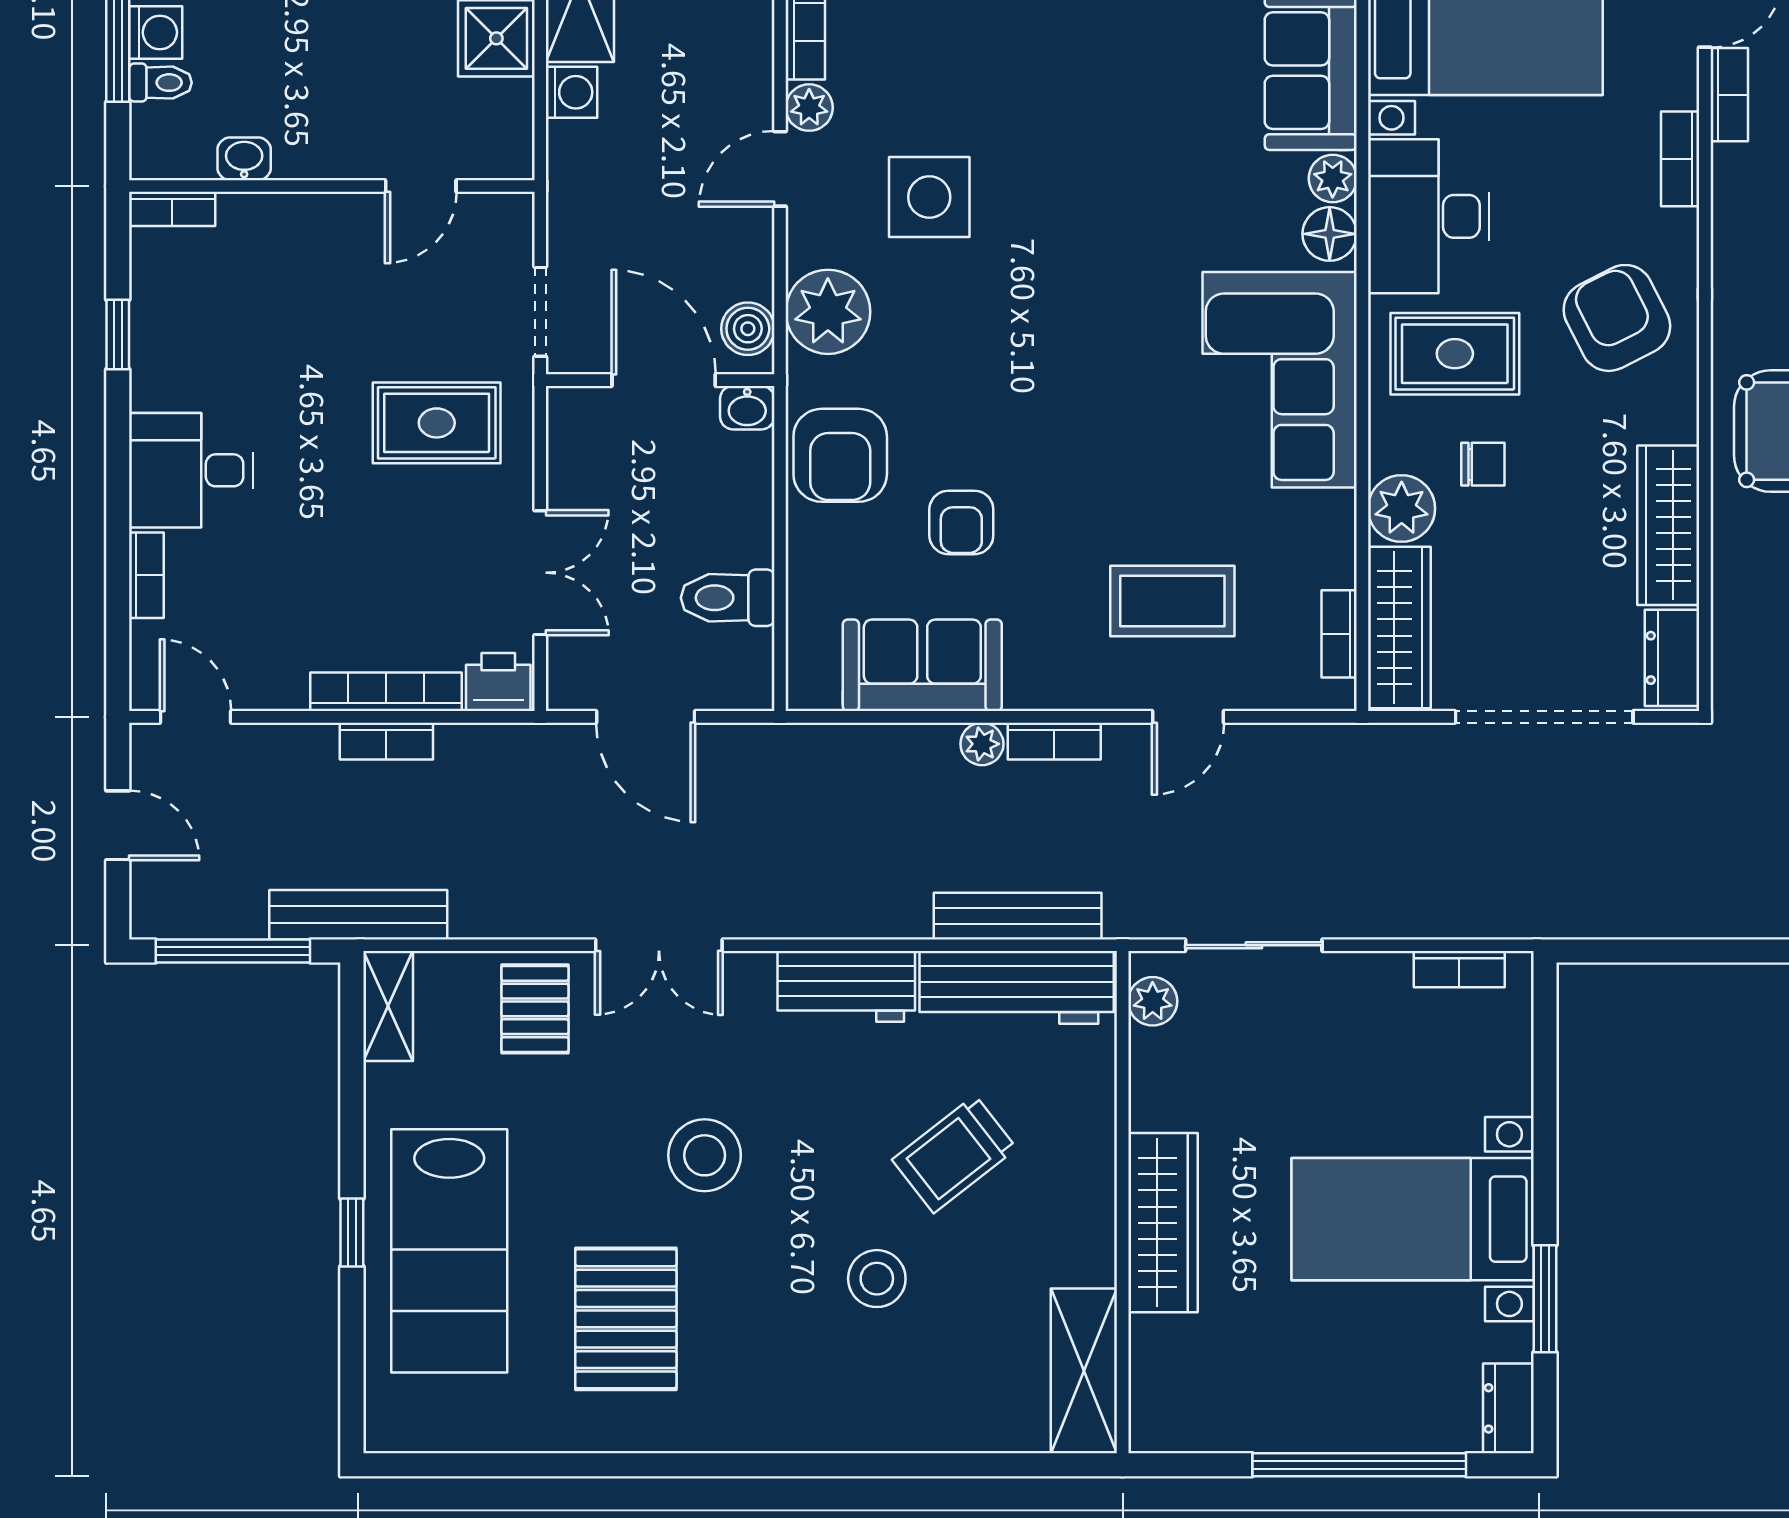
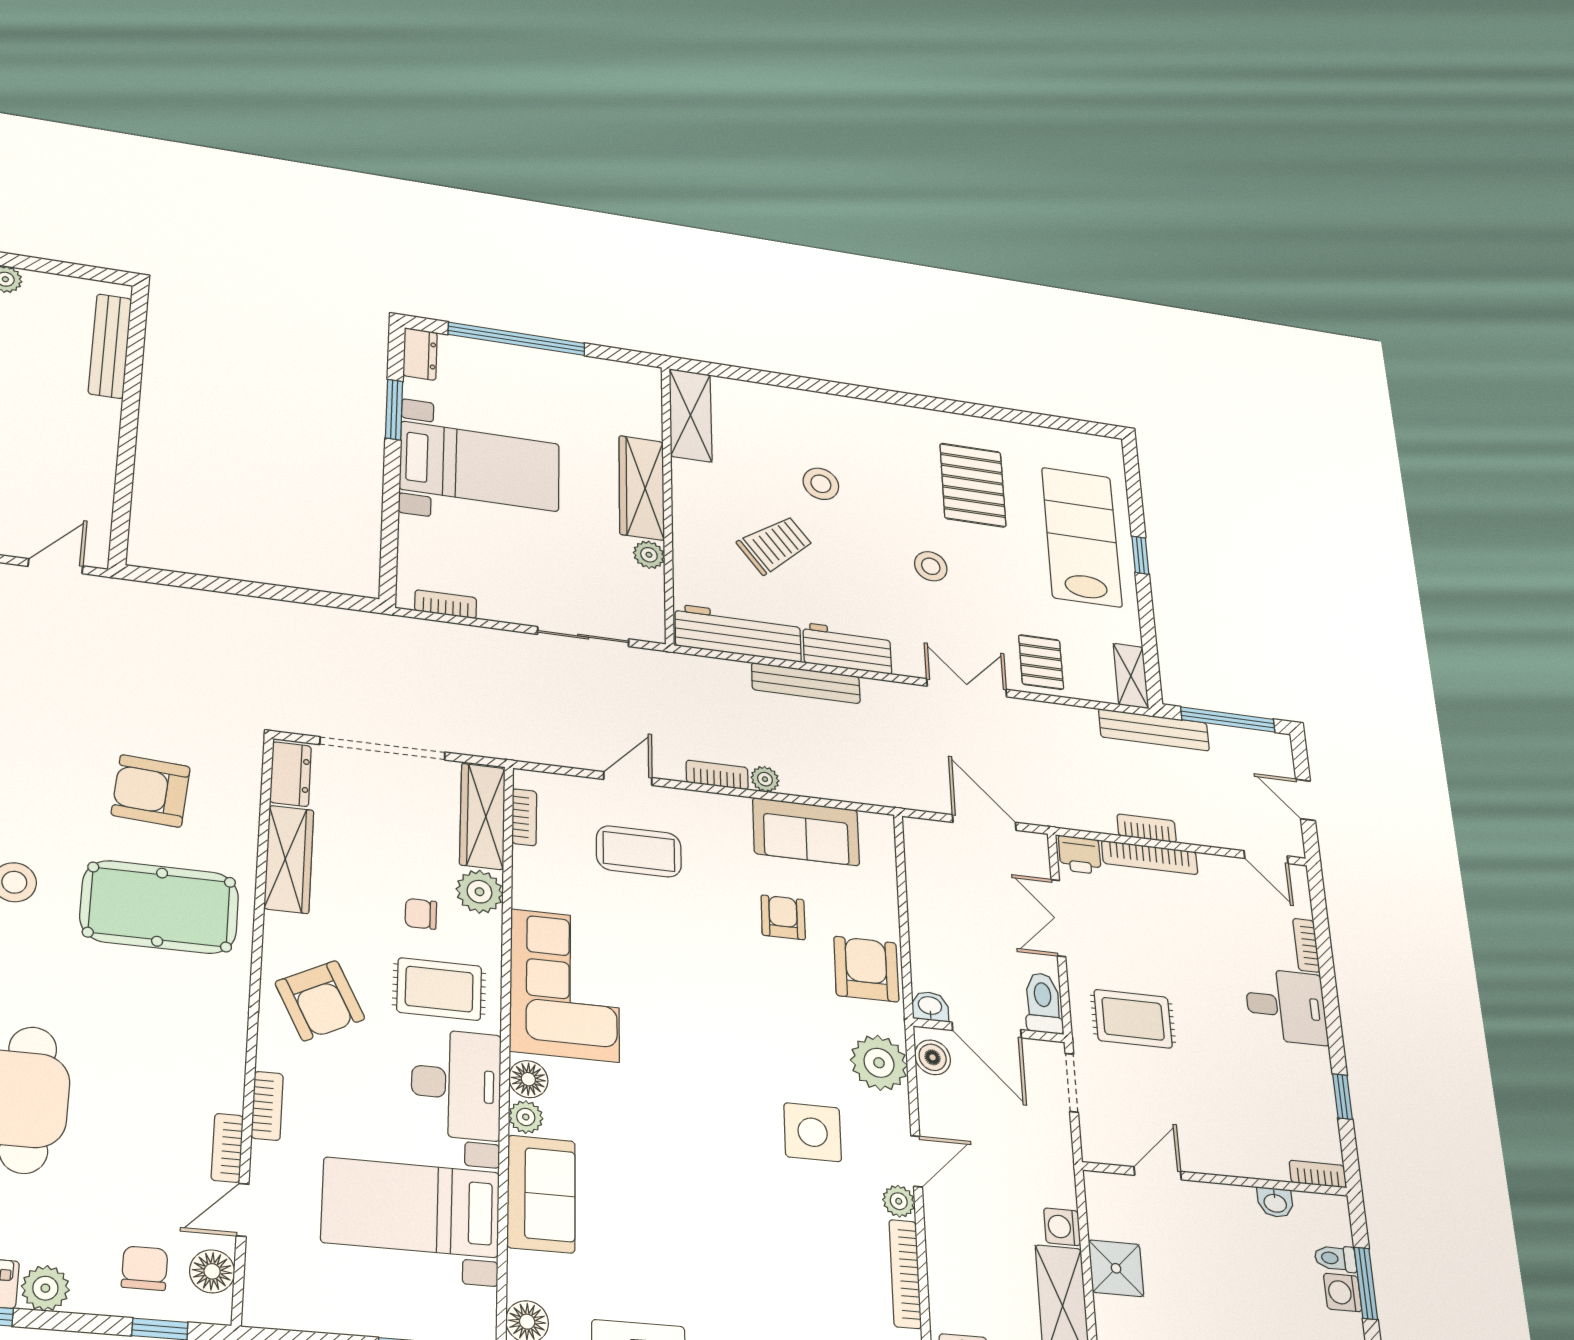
toilet: (728, 598) -> (1043, 1003), moved, turned -90
bench: (1018, 916) -> (806, 683), moved
plant: (1153, 1001) -> (649, 555), moved
stool: (705, 1155) -> (931, 566), width x0.73, depth x0.73

